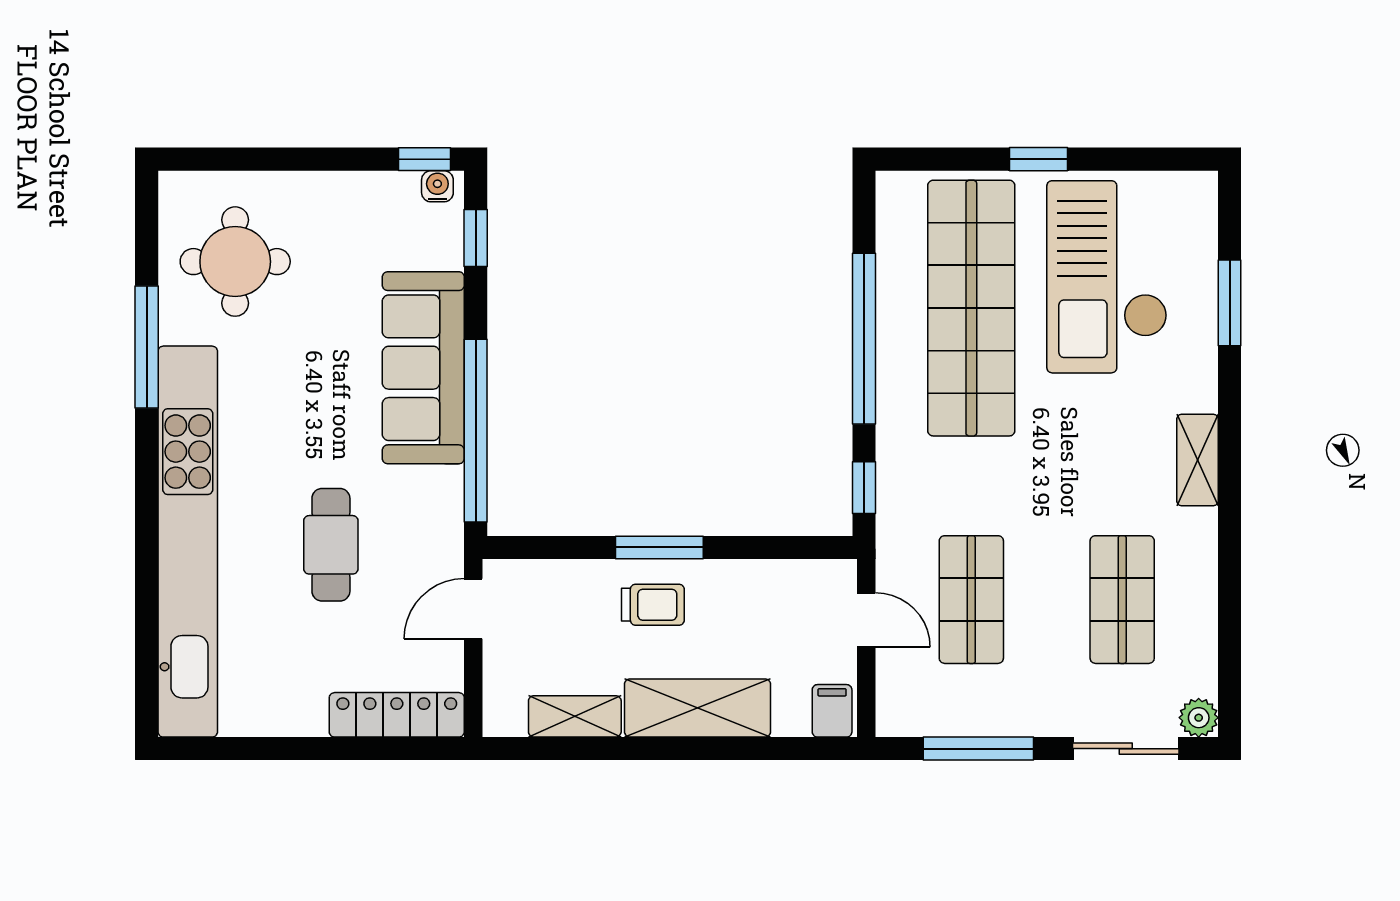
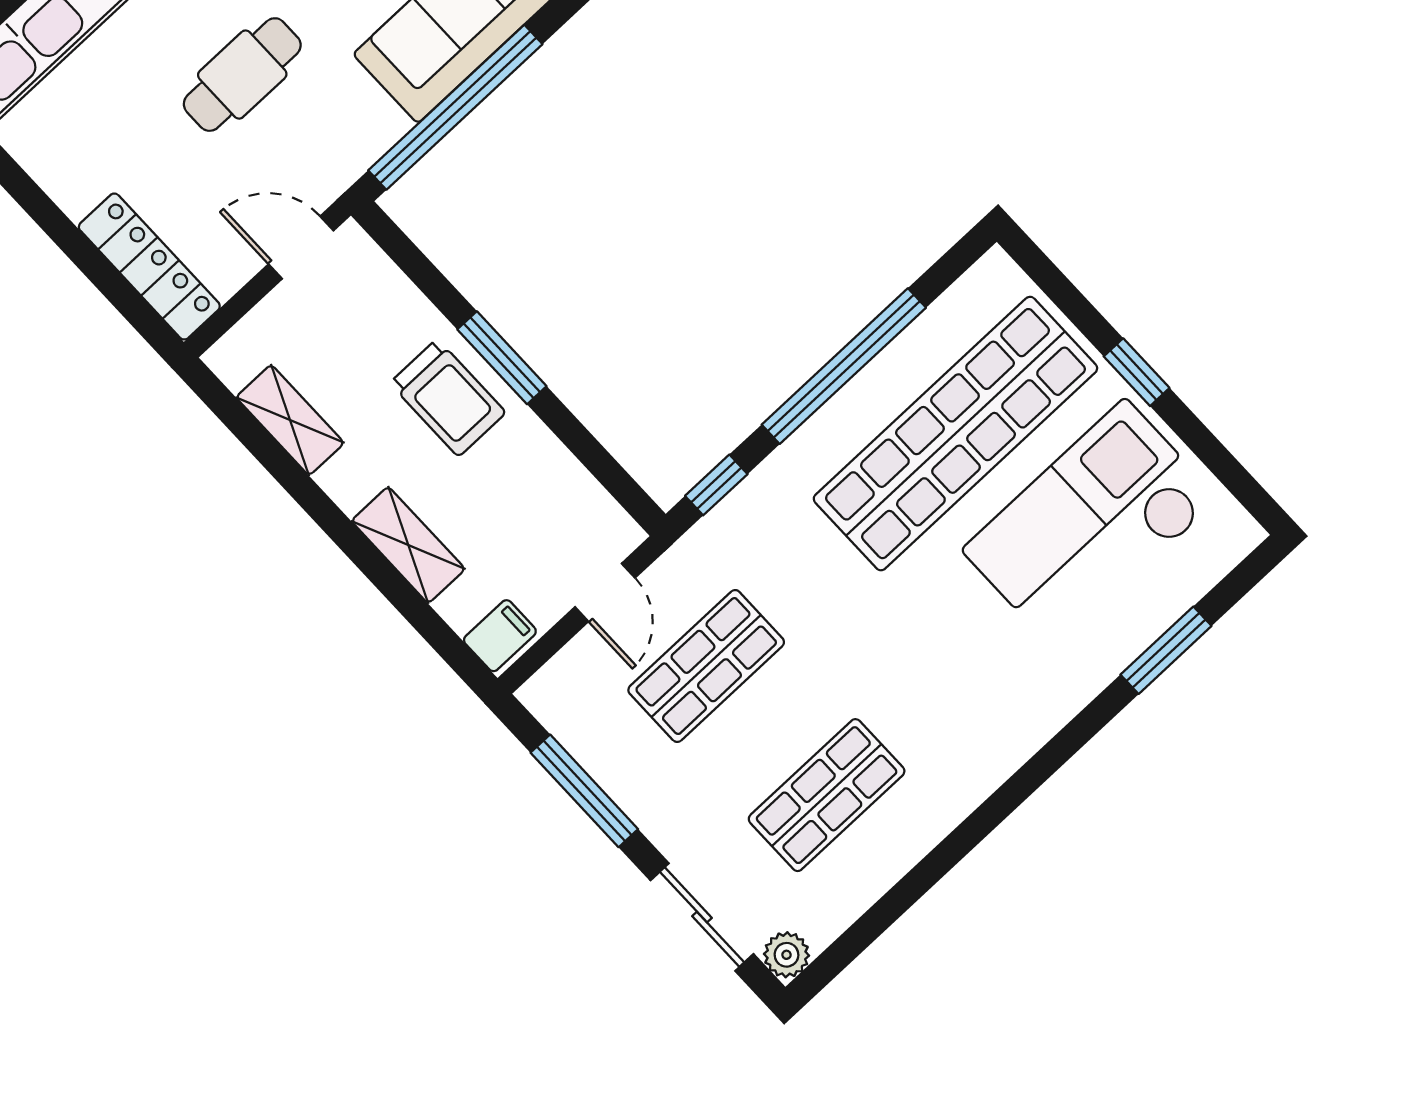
shelving: (1197, 460) -> (1006, 748), removed
trolley: (653, 605) -> (448, 398), width x1.36, depth x1.39
shelving: (698, 708) -> (408, 545), width x0.67, depth x0.75

